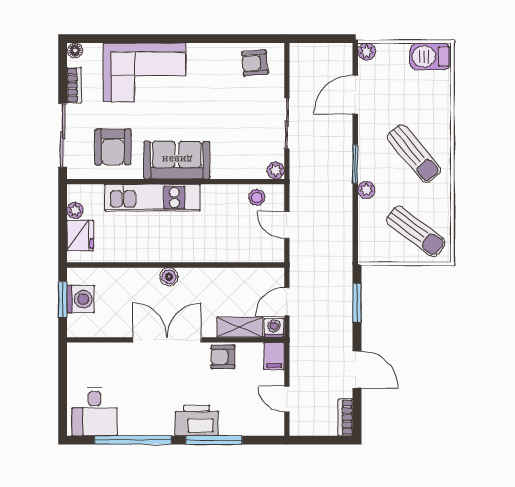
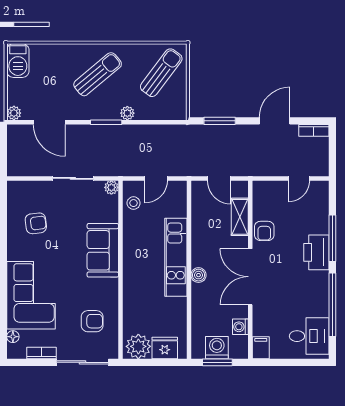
floor lamp: (75, 50) -> (13, 337), moved
armchair: (255, 63) -> (36, 223), moved, turned -92
armchair: (113, 147) -> (92, 321), width x0.72, depth x0.72
sofa: (177, 160) -> (103, 250), moved
kitchen unit: (152, 198) -> (176, 257), moved, turned 180
plant: (75, 210) -> (138, 346), width x1.87, depth x1.87
washing machine: (274, 328) -> (240, 327), moved
filing cabinet: (274, 356) -> (261, 348), moved, turned -90

